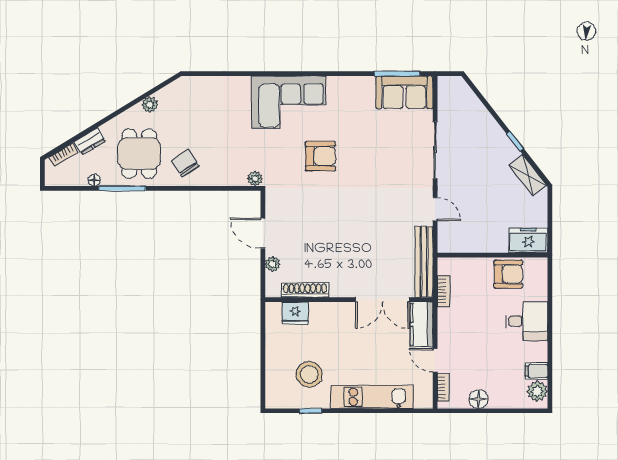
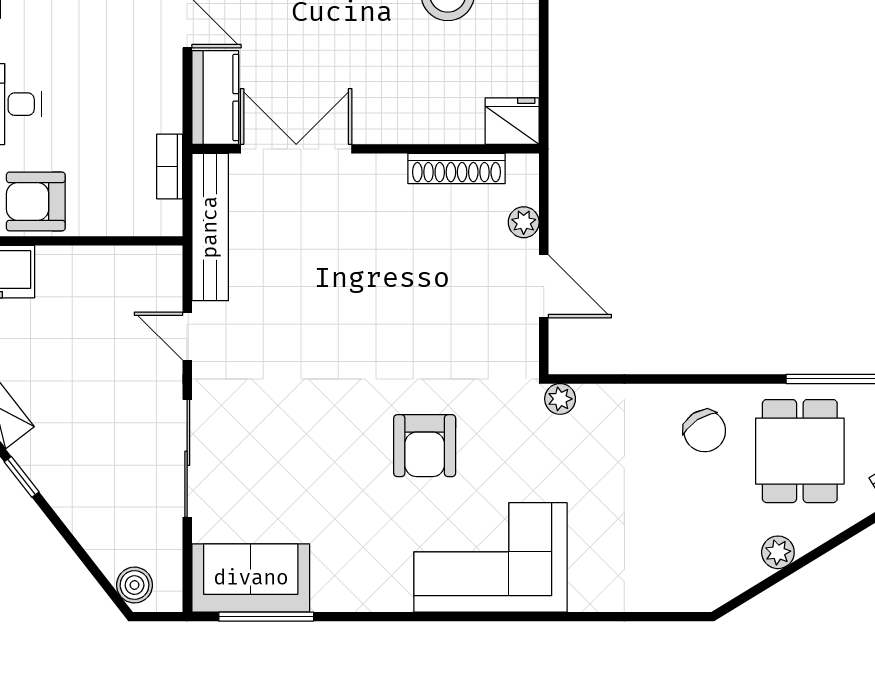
boiler: (461, 89) -> (135, 585), added
armchair: (320, 156) -> (425, 446), turned -90
fridge: (295, 313) -> (512, 121), moved

